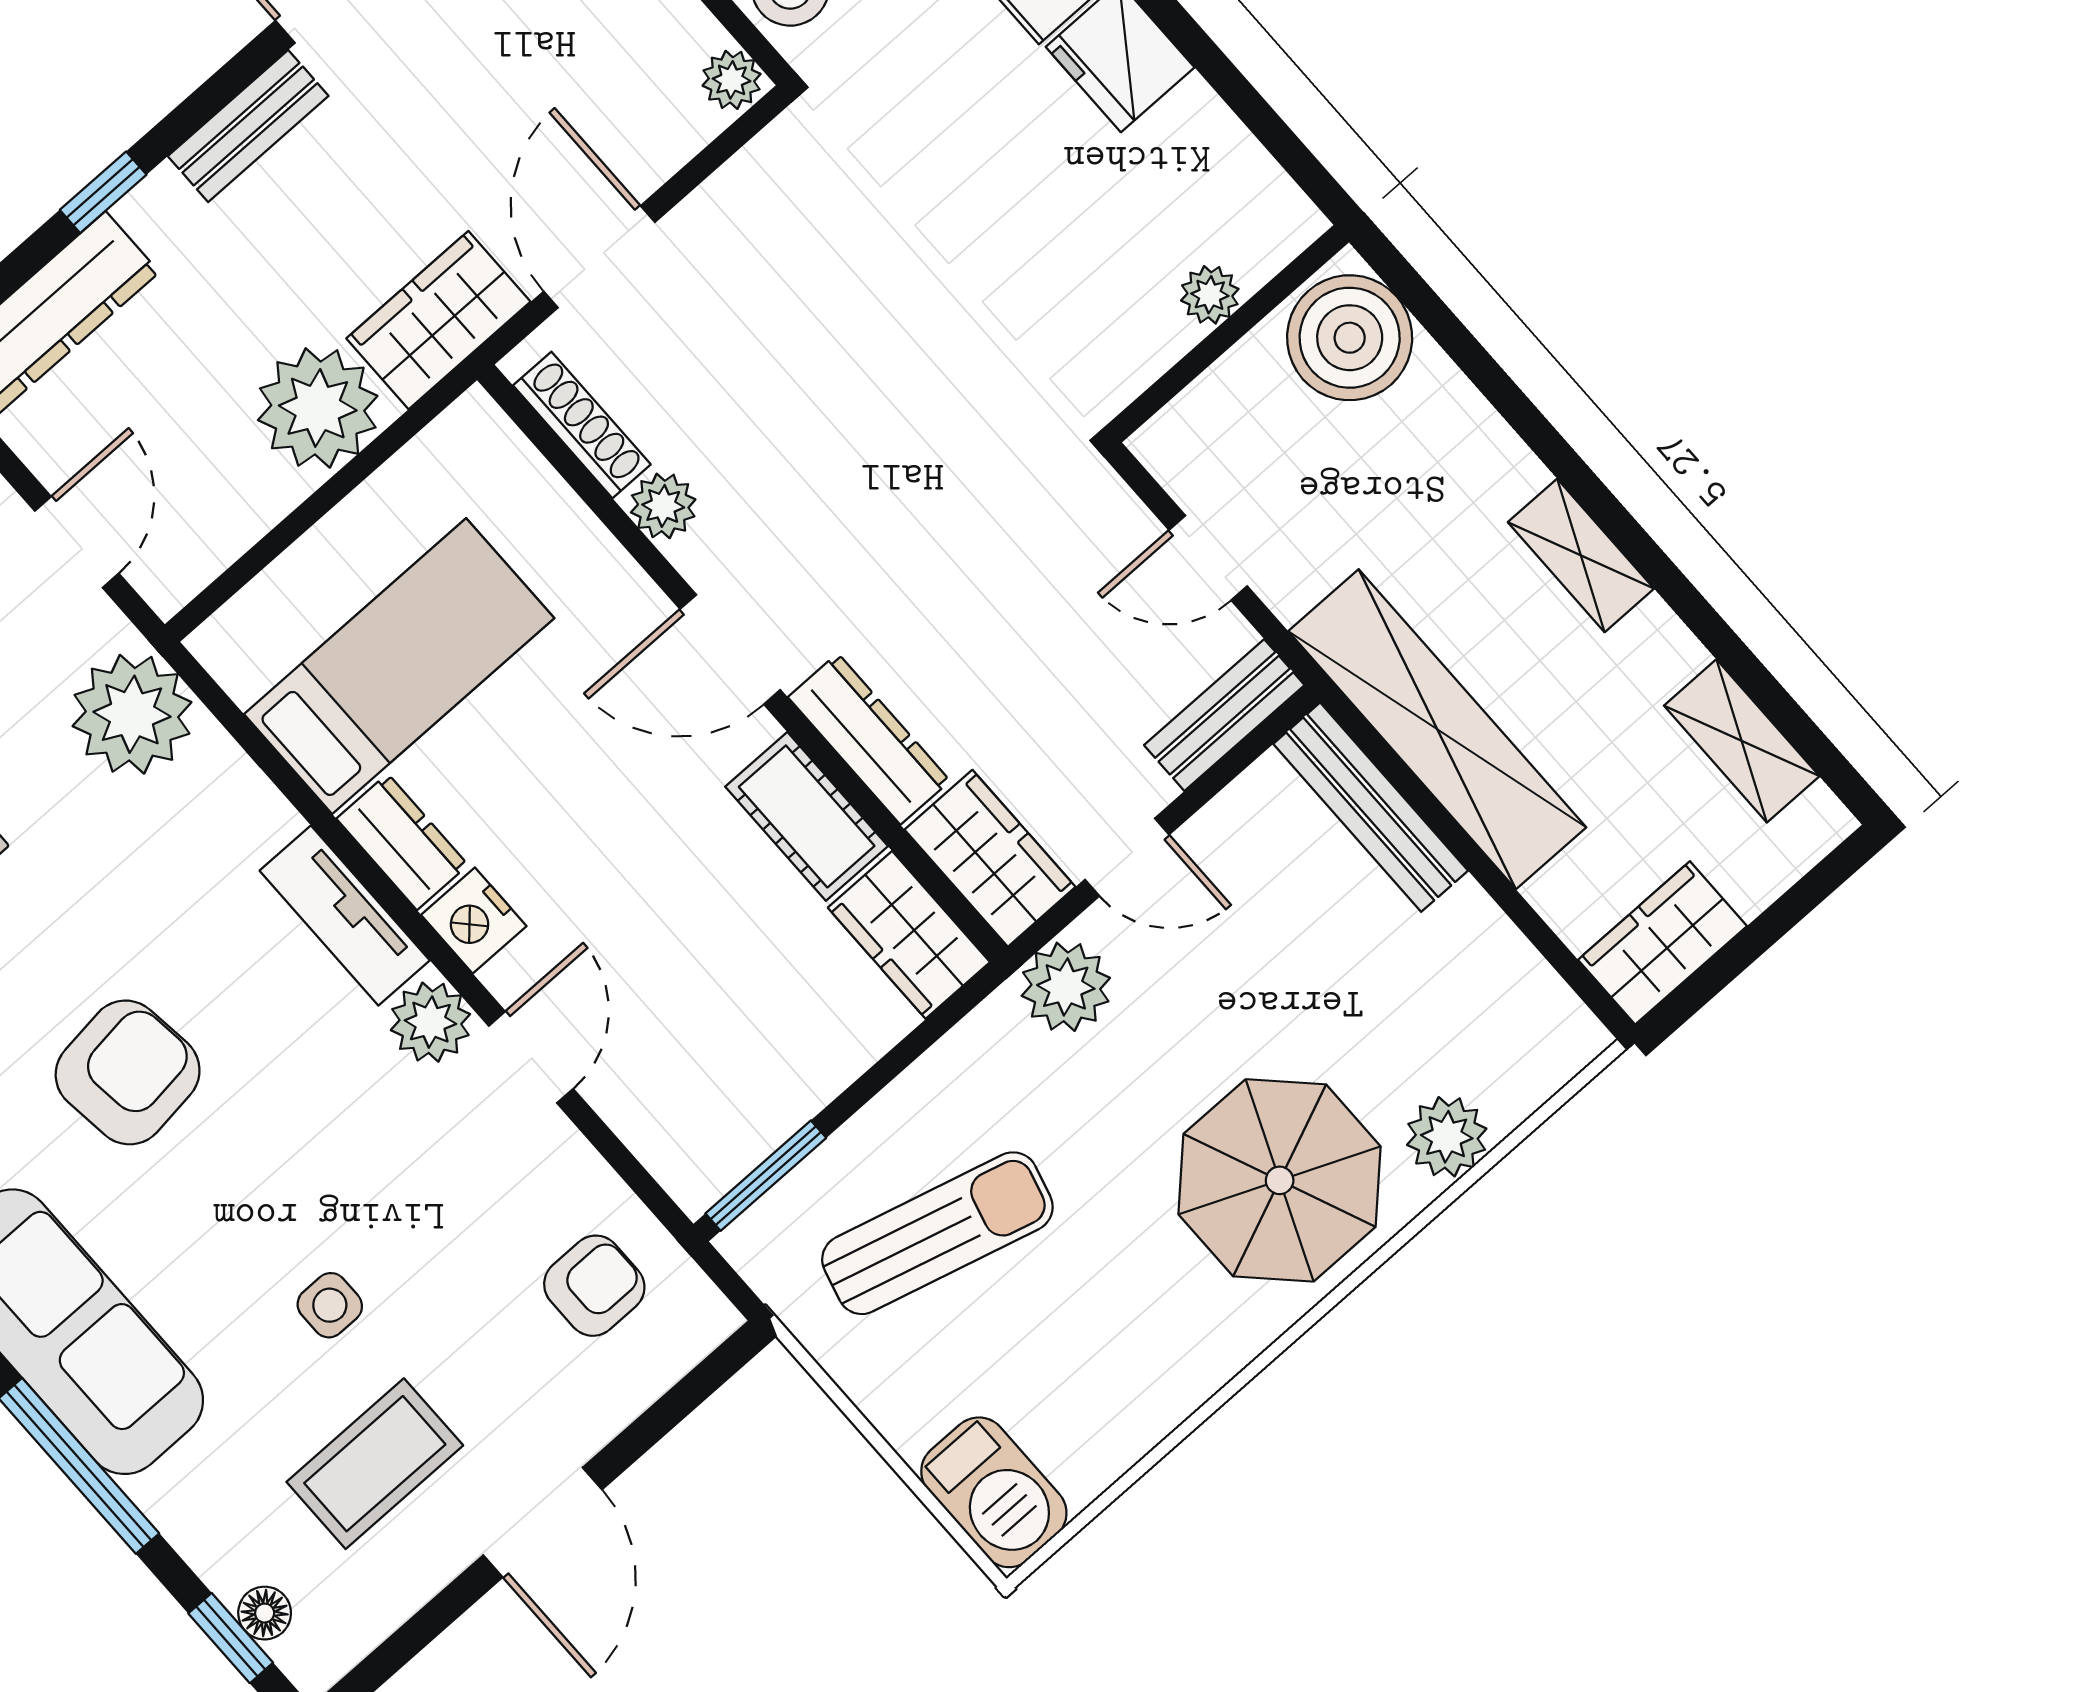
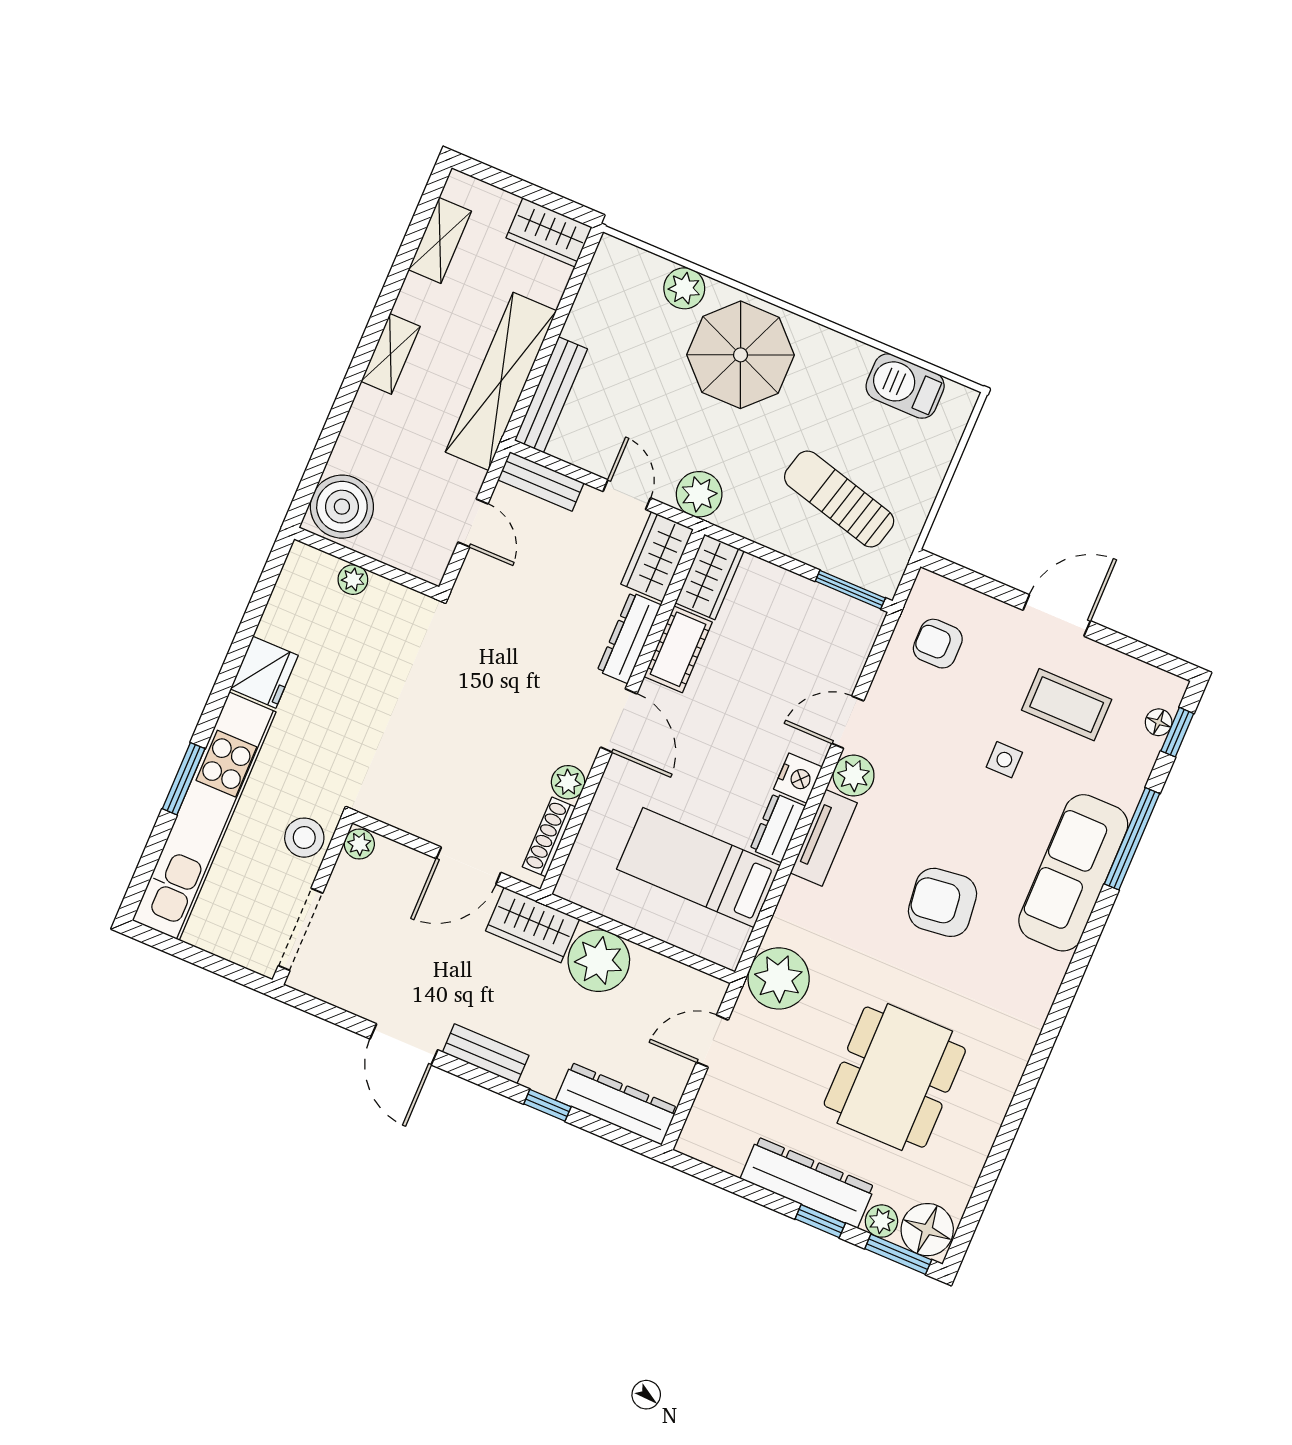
barbecue: (994, 1492) -> (905, 386), moved, turned -90

